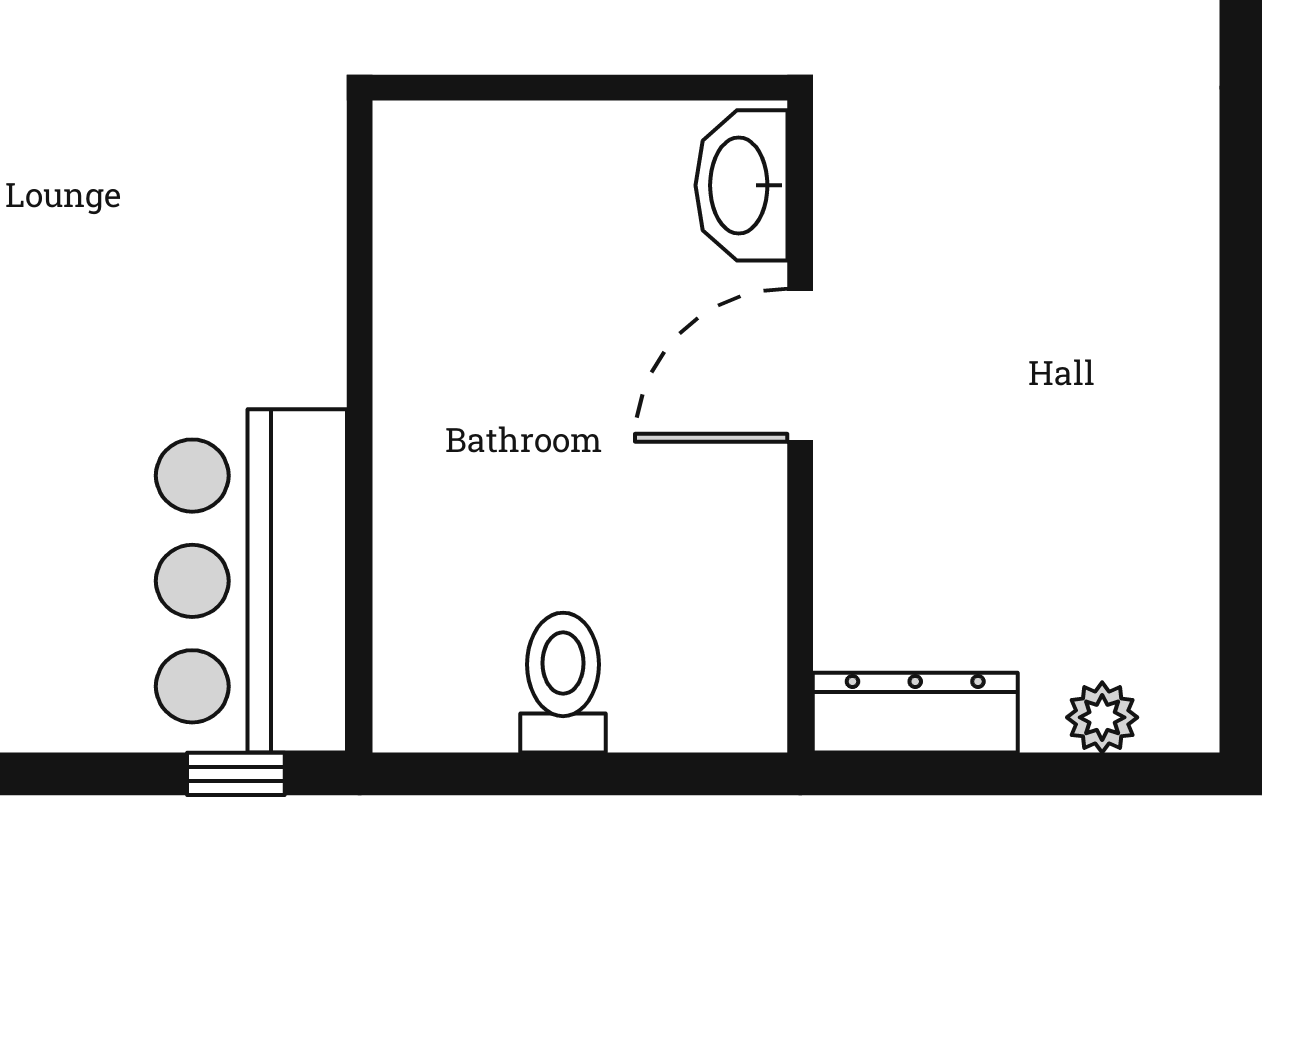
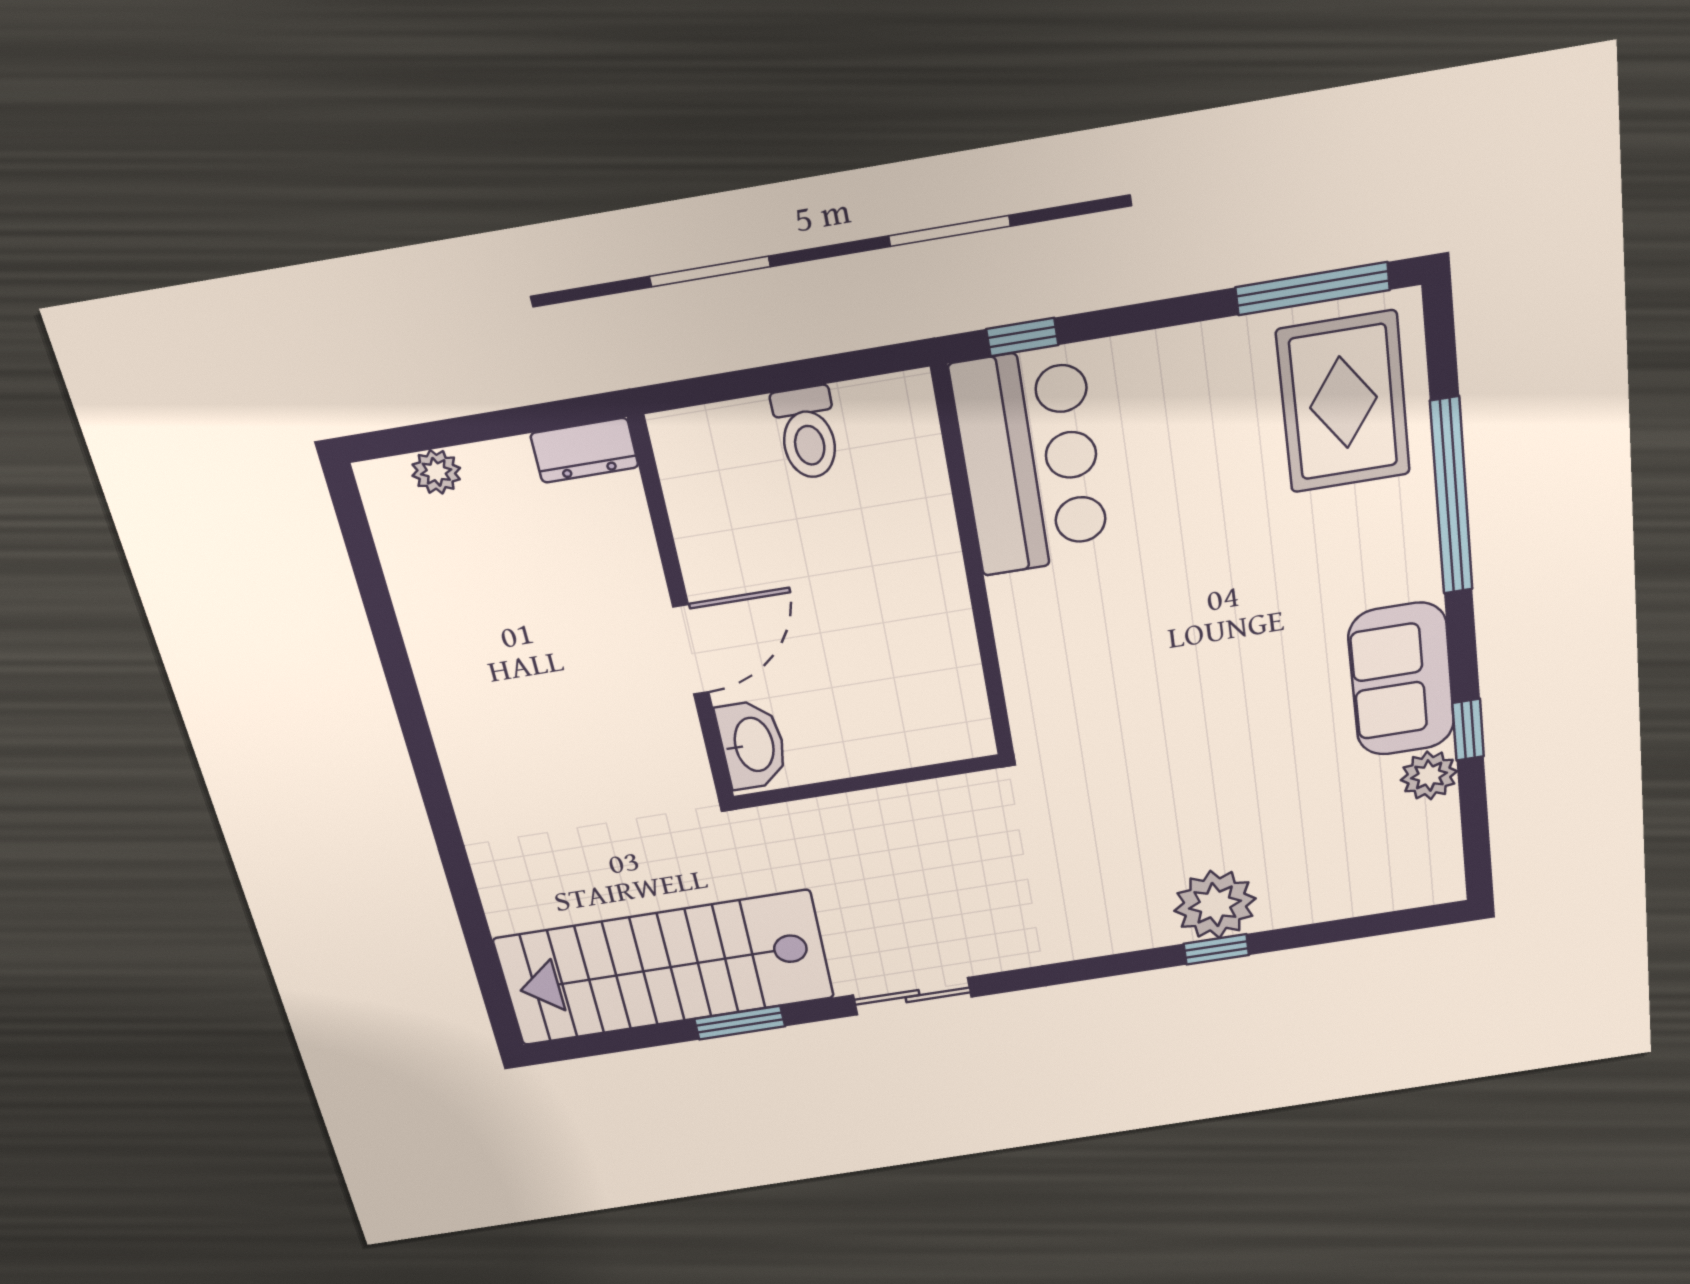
dresser: (915, 713) -> (585, 450), width x0.70

